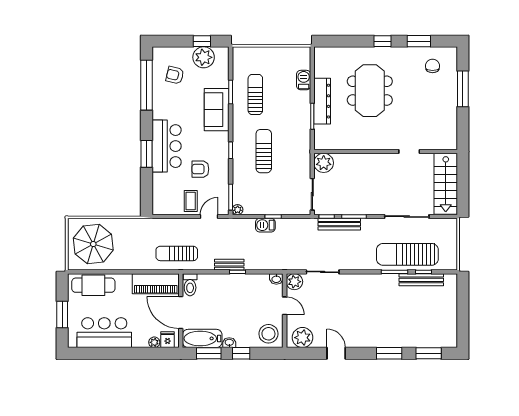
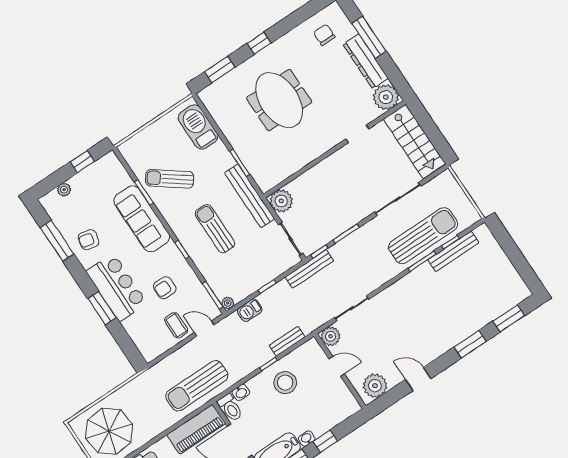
window: (419, 41) -> (220, 70), moved
plant: (204, 57) -> (64, 190), moved, width x0.53, depth x0.53
armchair: (175, 75) -> (88, 240), moved
barbecue: (304, 80) -> (198, 127), width x1.88, depth x1.53
window: (147, 85) -> (57, 241), width x0.68
sun lounger: (255, 94) -> (170, 179), turned -53
dresser: (322, 101) -> (366, 61), moved, turned 180
sofa: (217, 110) -> (142, 219), width x1.36
plant: (446, 139) -> (386, 97), added
bench: (304, 144) -> (249, 196), added
door: (209, 217) -> (204, 329), hinge flipped
bench: (339, 224) -> (309, 269), moved
barbecue: (265, 225) -> (250, 310), moved
sun lounger: (177, 253) -> (197, 386), width x1.36, depth x1.34
sun lounger: (407, 254) -> (423, 236), turned 180
bench: (229, 265) -> (287, 341), moved
washbasin: (276, 279) -> (241, 392), moved
stool: (268, 334) -> (285, 383), moved

